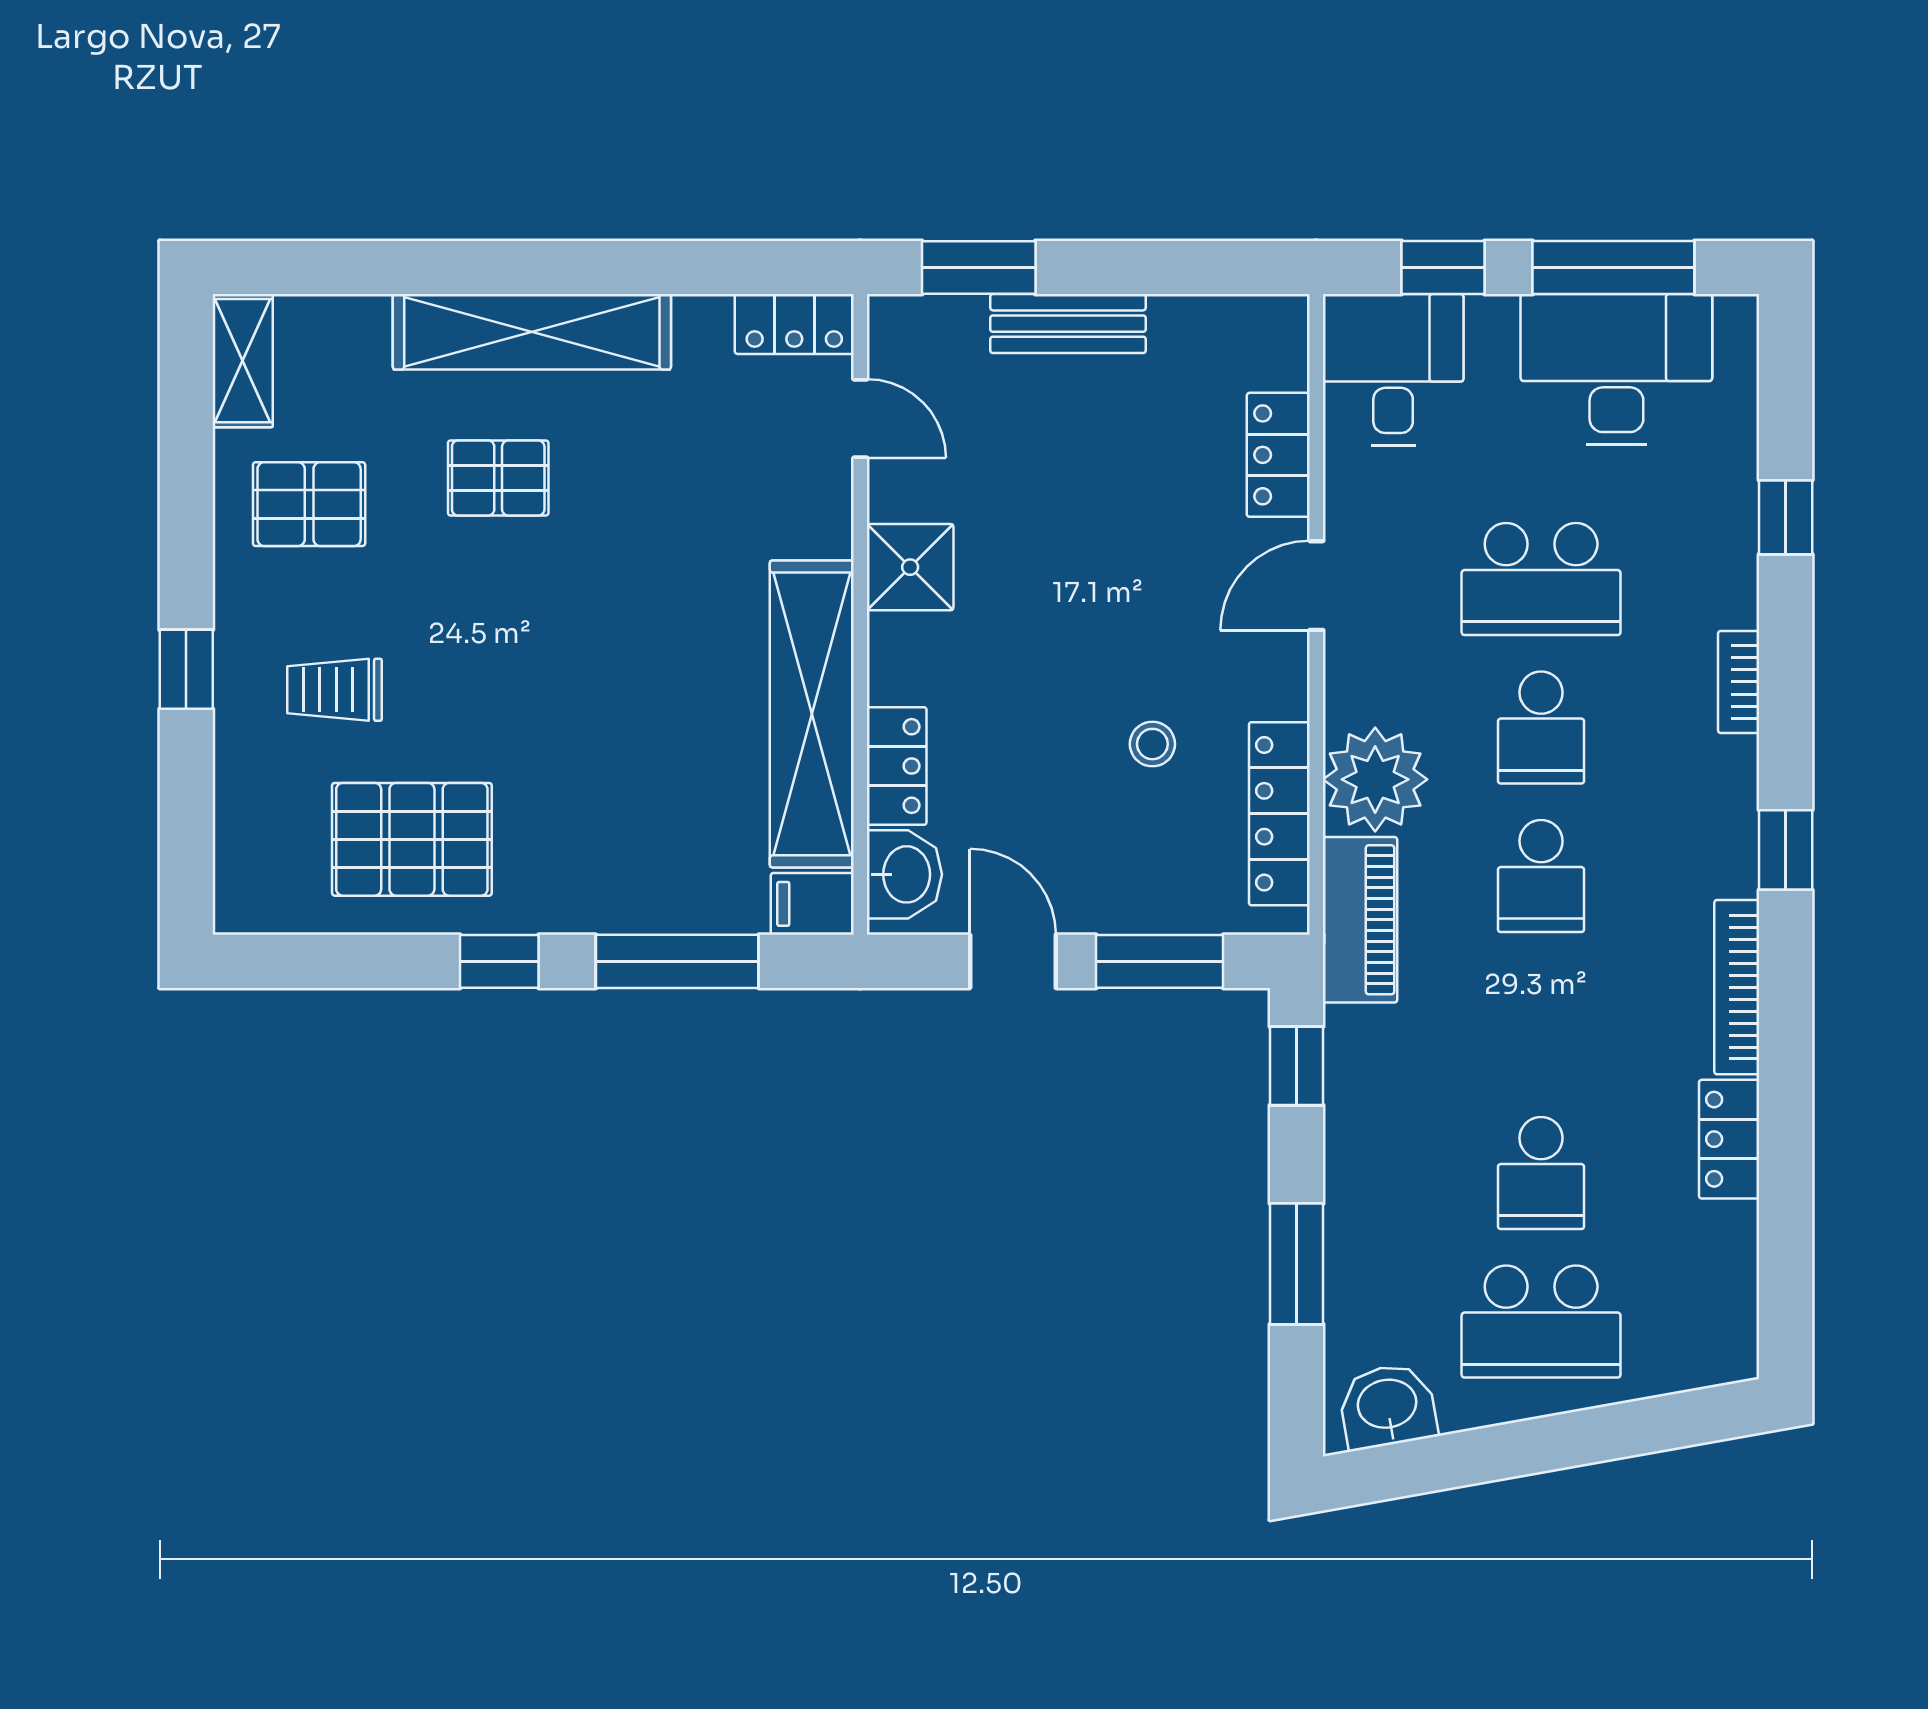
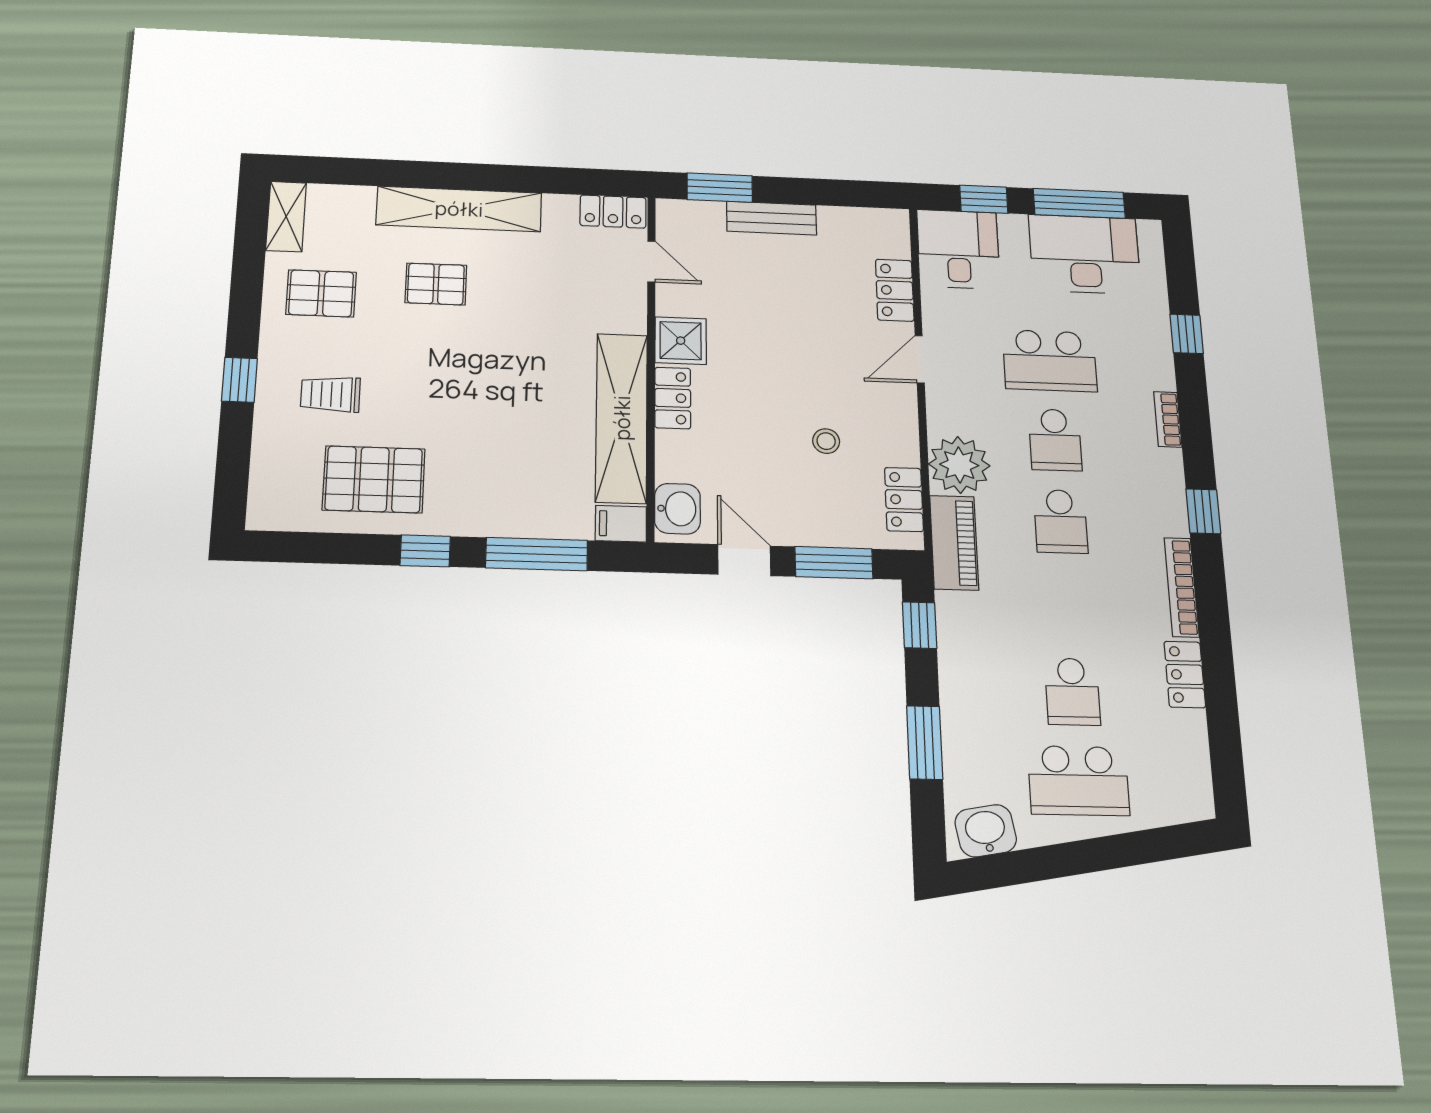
locker: (897, 766) -> (673, 398), moved
locker: (1279, 814) -> (904, 499), width x0.66

